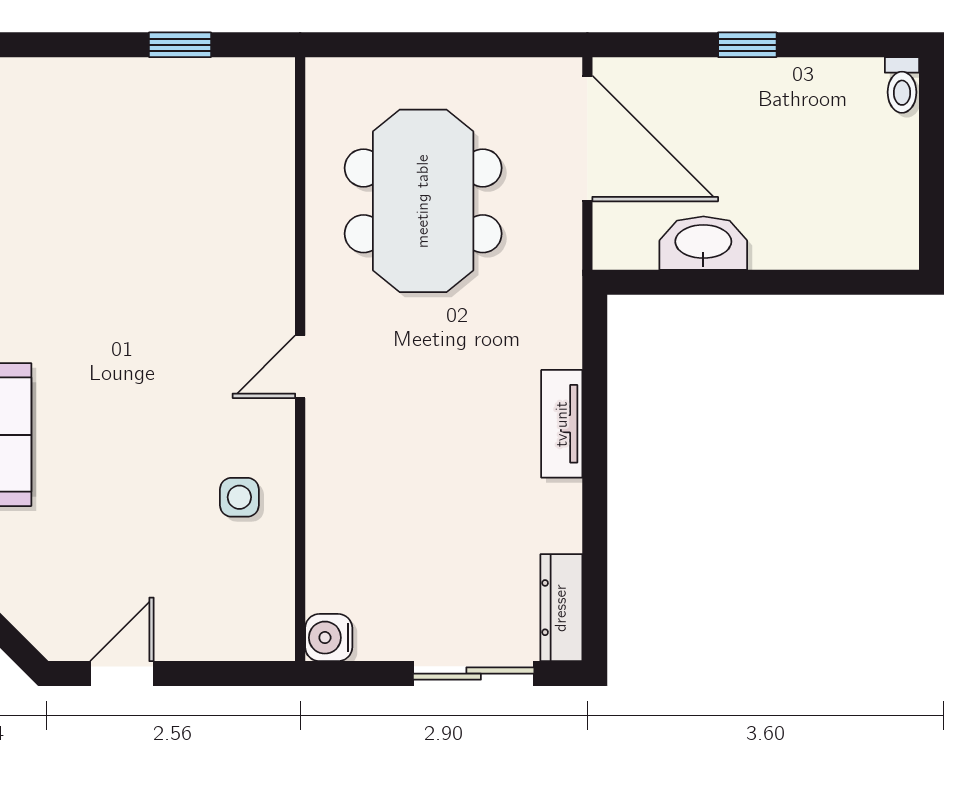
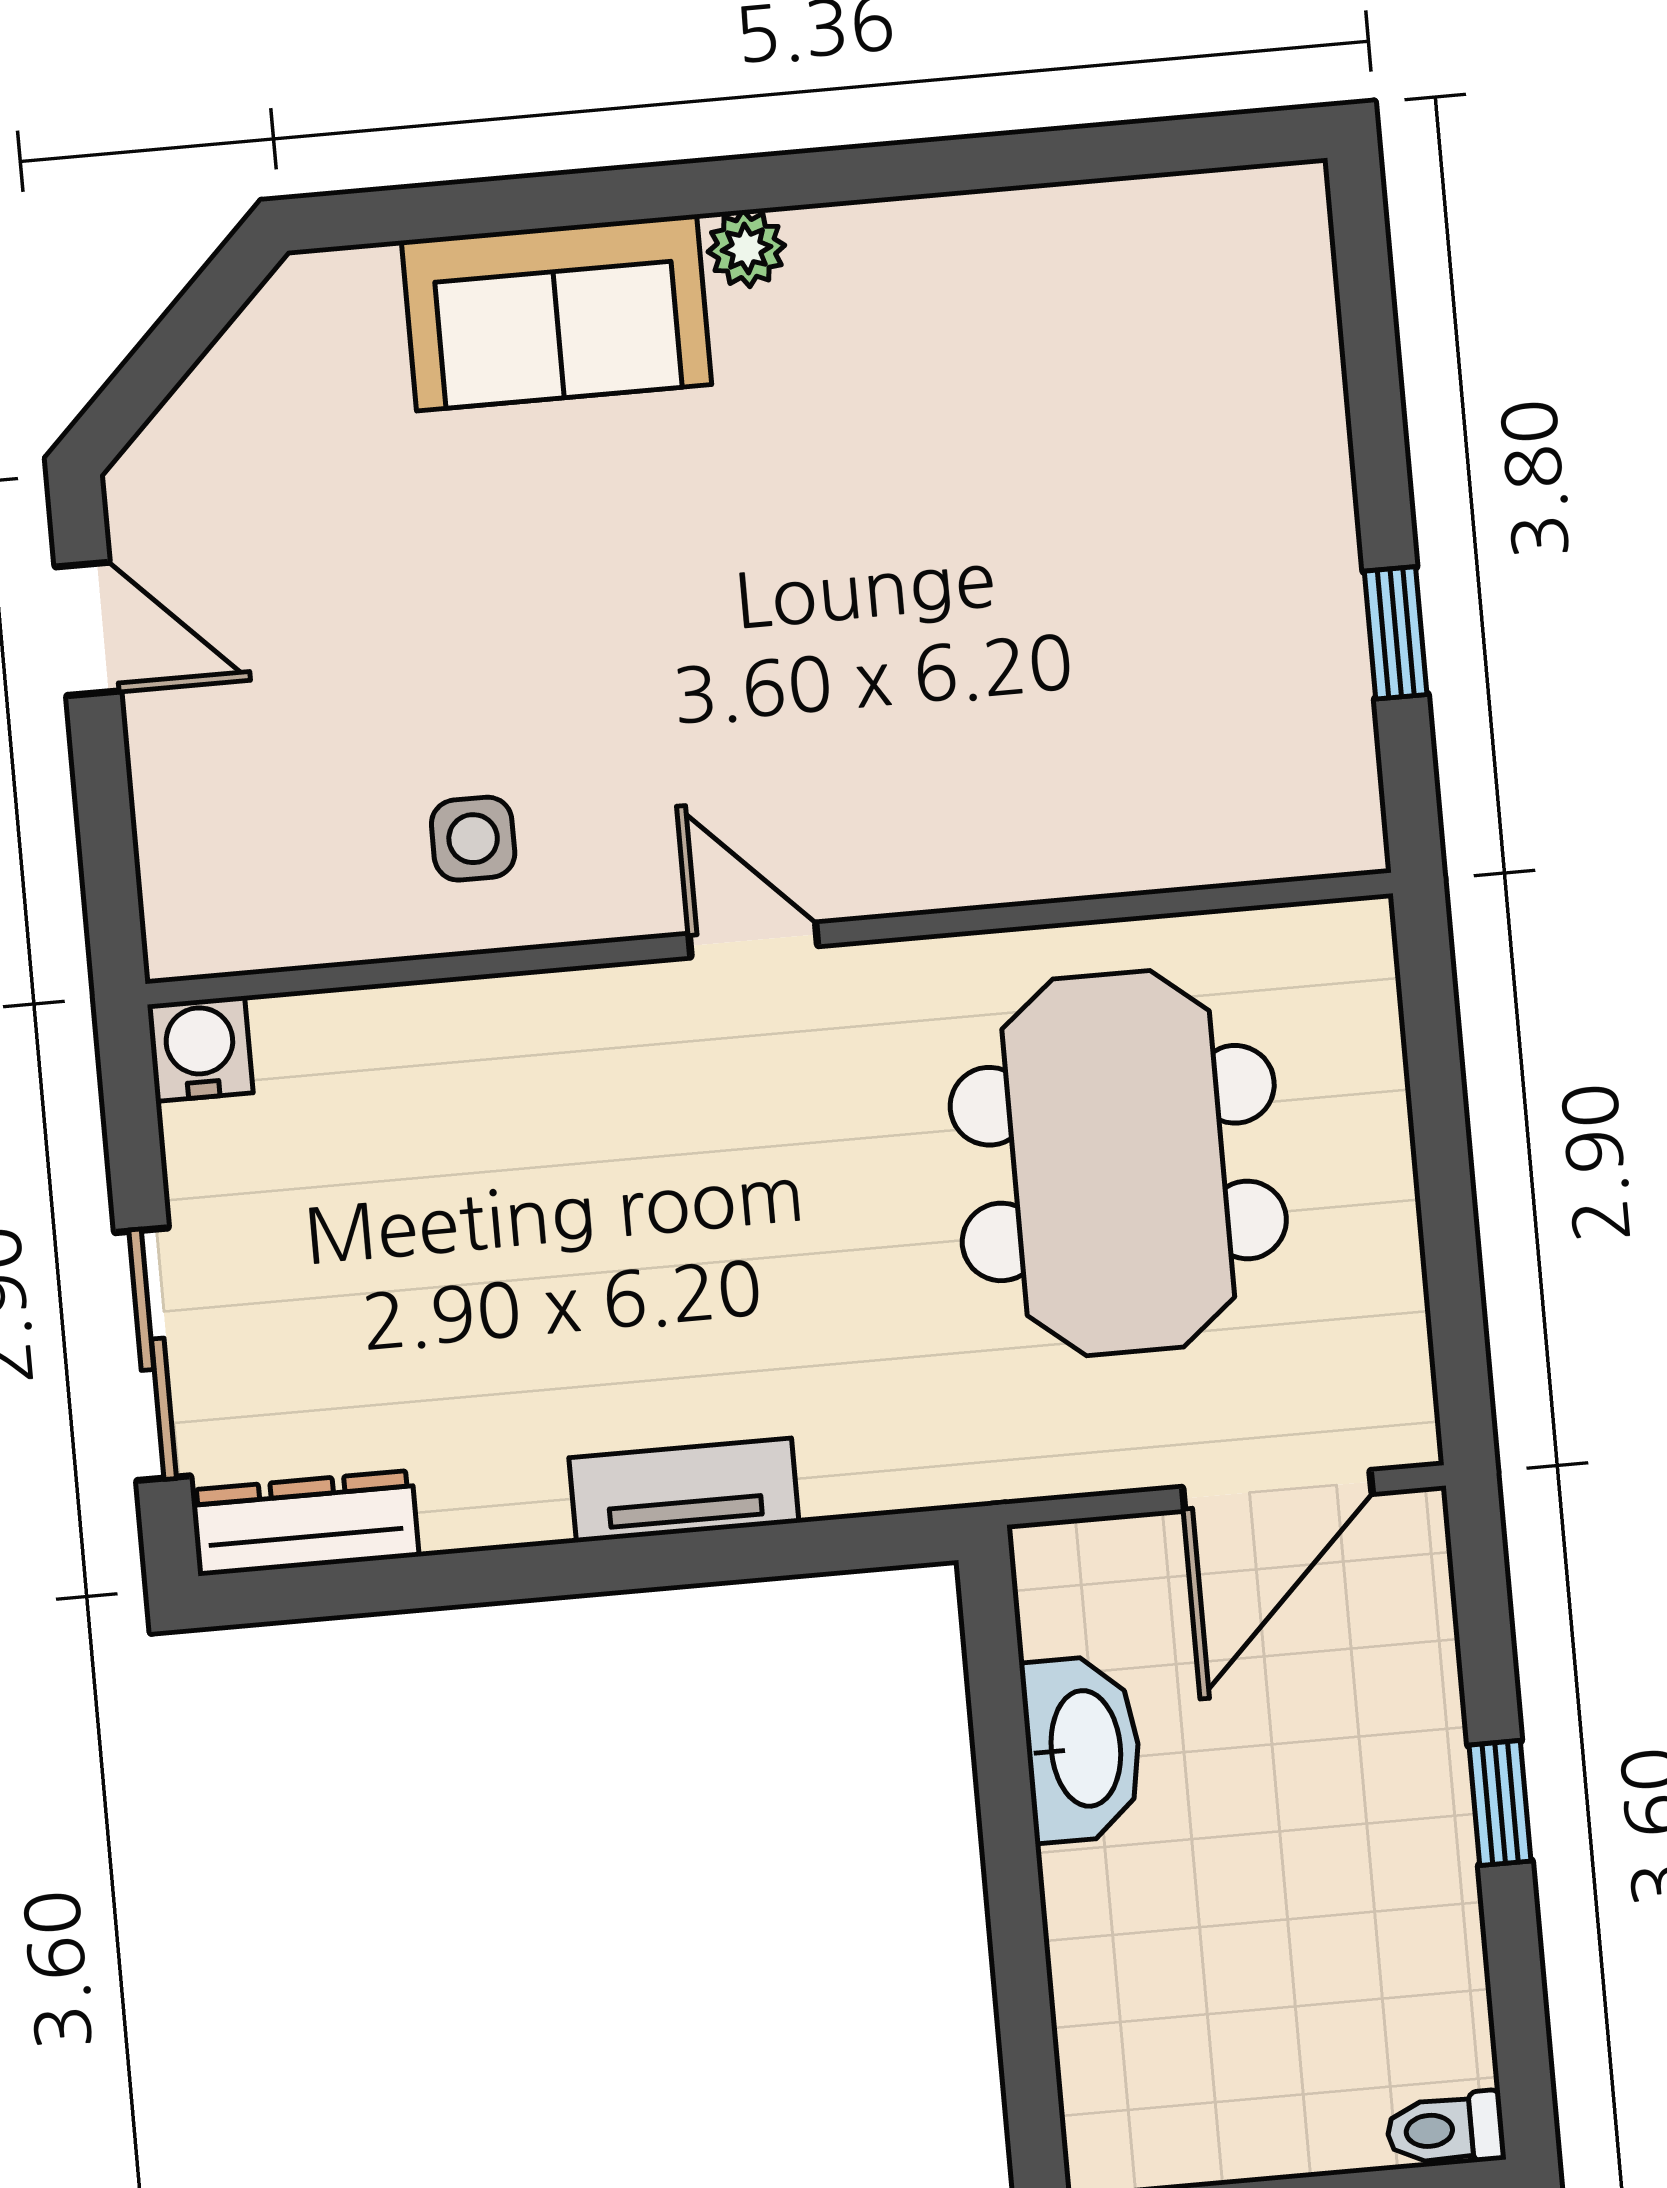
door: (587, 138) -> (1277, 1490), width x0.73
meeting table: (423, 201) -> (1118, 1163), turned 90

